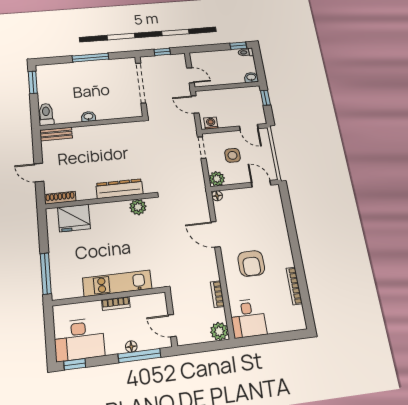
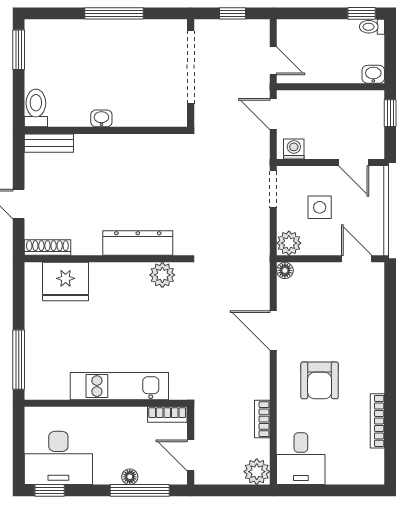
bookcase: (116, 303) -> (167, 415), moved

